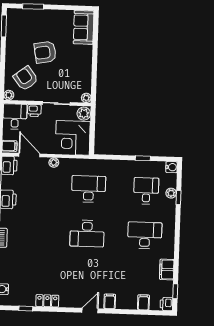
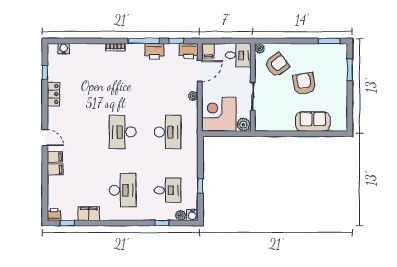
sofa: (84, 27) -> (313, 122), moved
plant: (86, 98) -> (259, 127), removed
printer: (34, 110) -> (245, 75), removed
plant: (171, 193) -> (181, 215), moved
filing cabinet: (143, 302) -> (55, 169), moved

